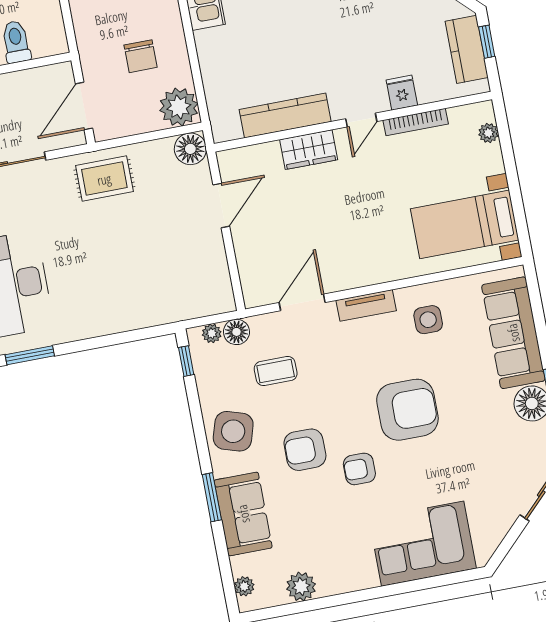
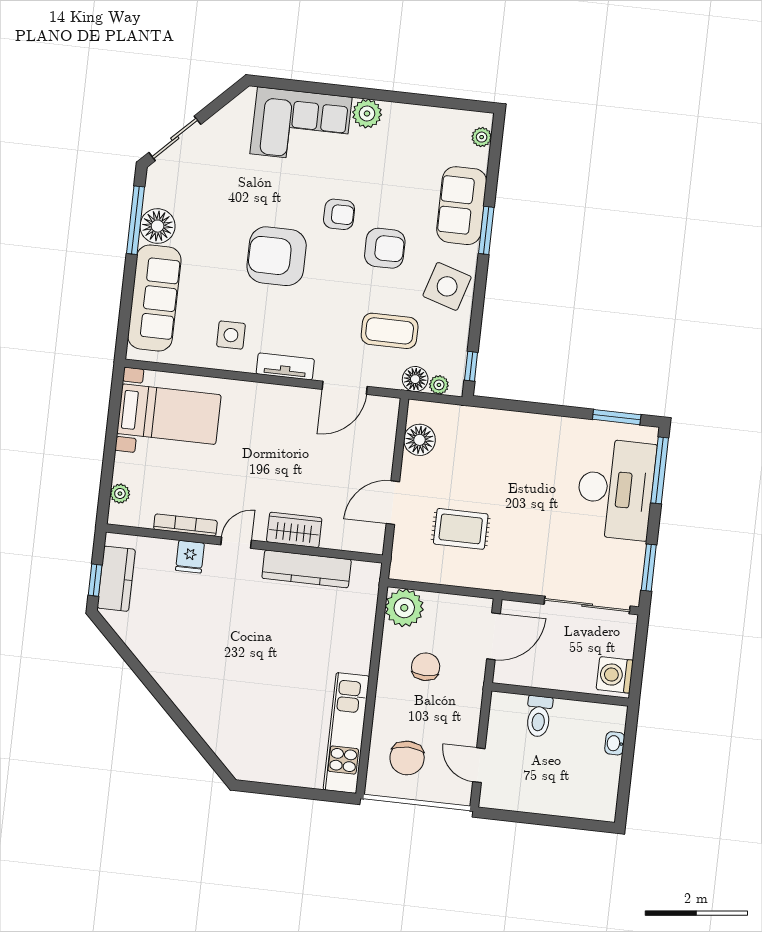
floor lamp: (190, 149) -> (420, 440), moved
rug: (104, 179) -> (461, 529), moved
coffee table: (276, 371) -> (390, 331), width x1.36, depth x1.30
plant: (301, 587) -> (367, 114), moved

